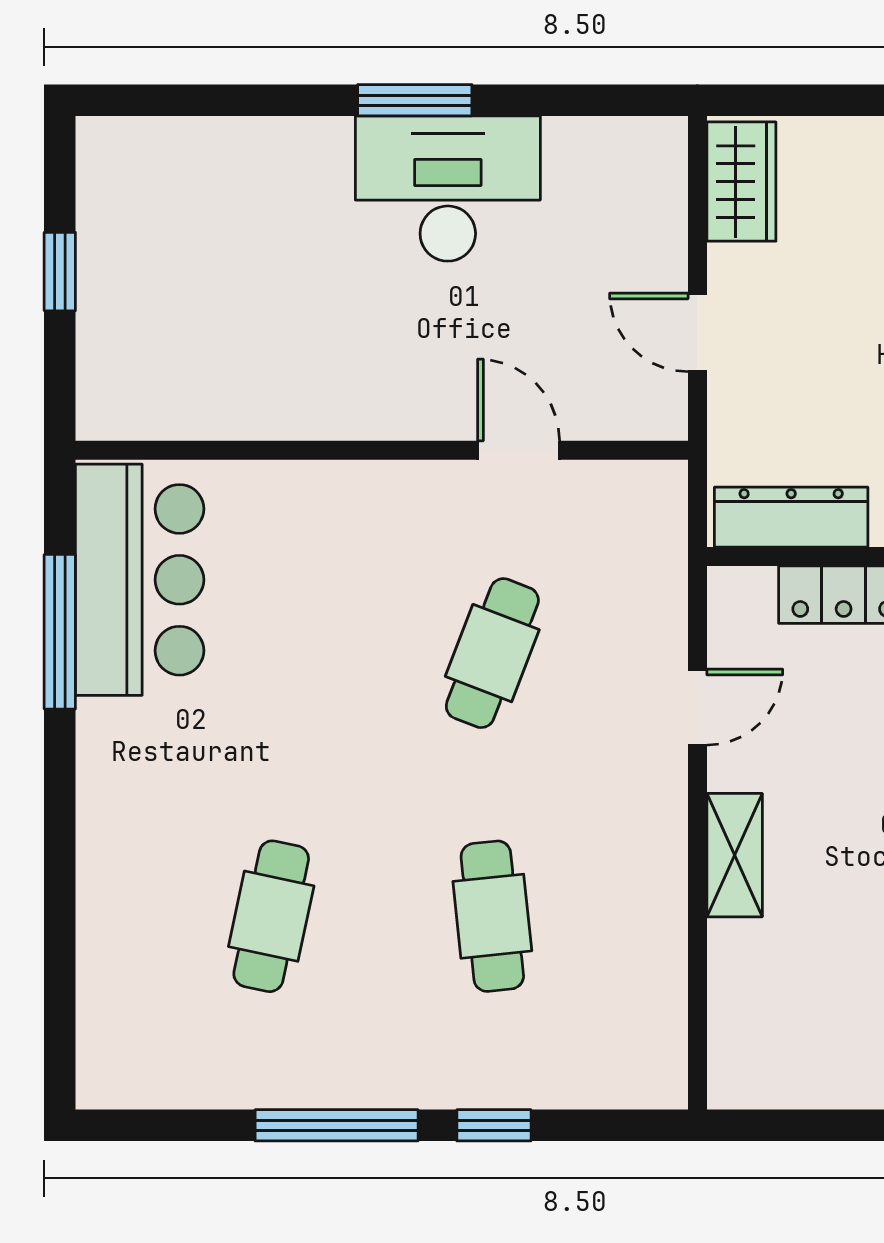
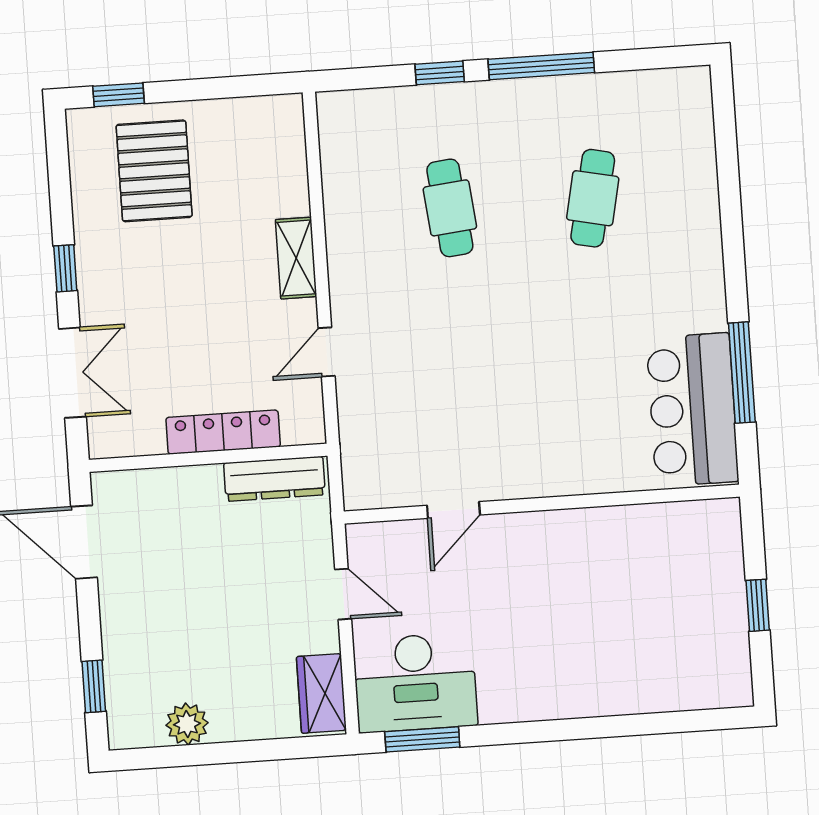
window: (415, 100) -> (422, 739), moved
desk: (448, 188) -> (415, 683), moved
door: (519, 450) -> (453, 510), hinge flipped
cafe table: (492, 653) -> (461, 378), removed

